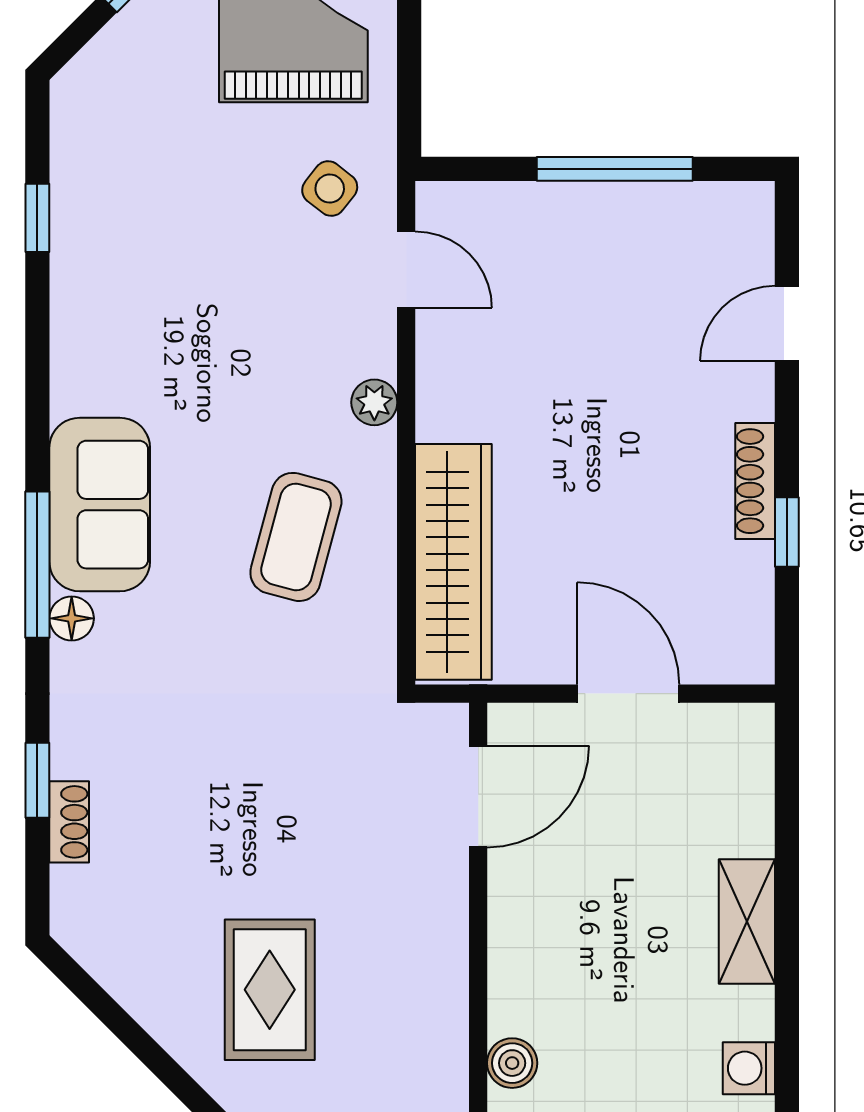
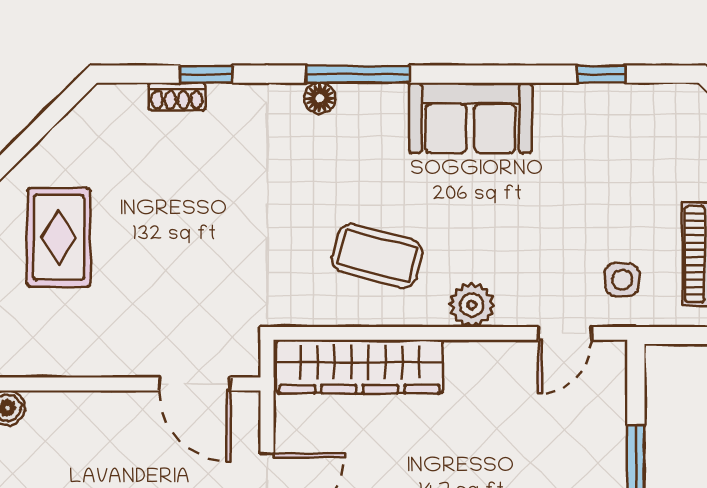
side table: (330, 189) -> (622, 280), turned -38
plant: (374, 402) -> (472, 305), width x1.38, depth x1.38
sofa: (100, 505) -> (470, 118), moved
rug: (270, 990) -> (59, 237), turned 90

